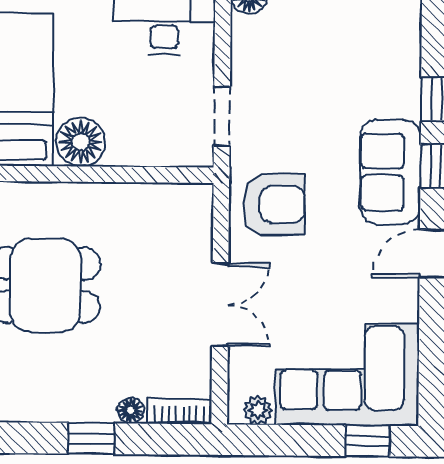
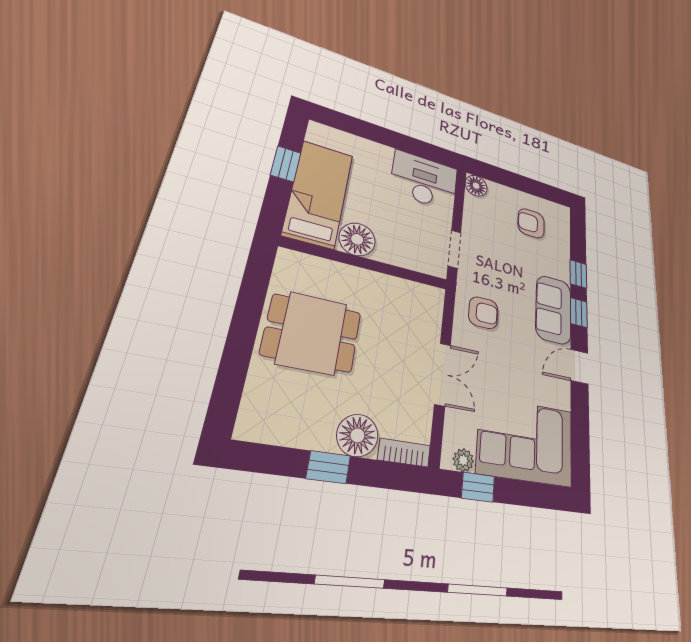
armchair: (349, 32) -> (531, 223), added
armchair: (274, 204) -> (483, 313), width x0.72, depth x0.72
floor lamp: (131, 410) -> (357, 435), width x1.89, depth x1.89
window: (368, 441) -> (478, 487), moved

